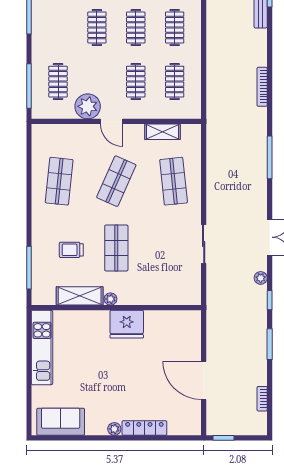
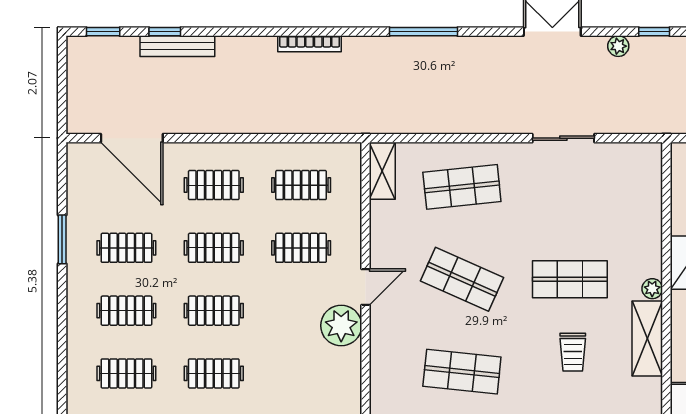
clothes rail: (58, 82) -> (214, 373), moved
shelving: (162, 132) -> (382, 171), moved

